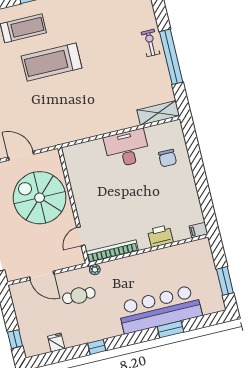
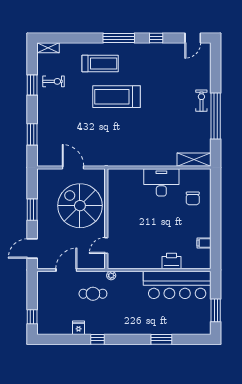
filing cabinet: (199, 230) -> (204, 243), moved
bookcase: (112, 251) -> (129, 264), removed
door: (42, 276) -> (66, 270), swing flipped
bar counter: (160, 309) -> (177, 285), moved, turned 180
fridge: (56, 343) -> (79, 328), moved

